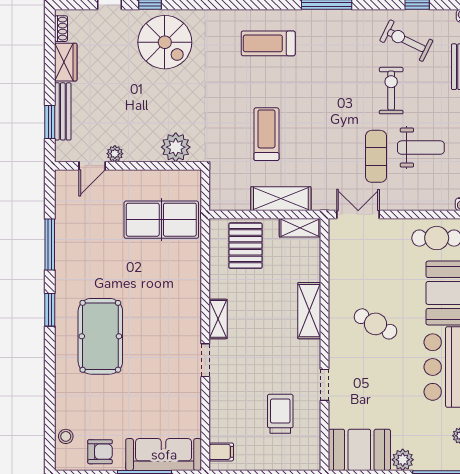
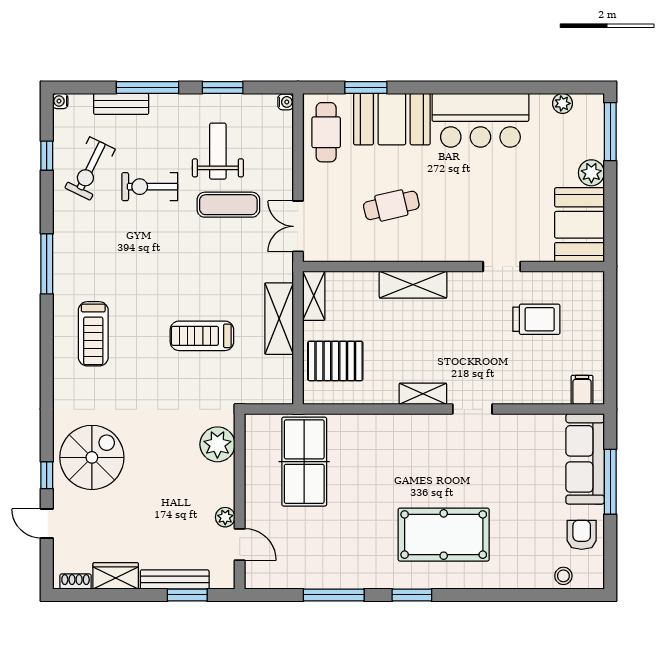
cafe table: (375, 324) -> (391, 205), moved, turned 48
trolley: (280, 414) -> (536, 319), turned 180

